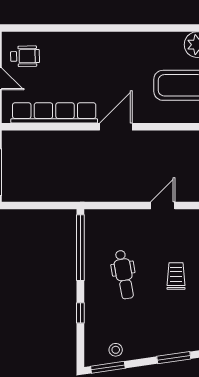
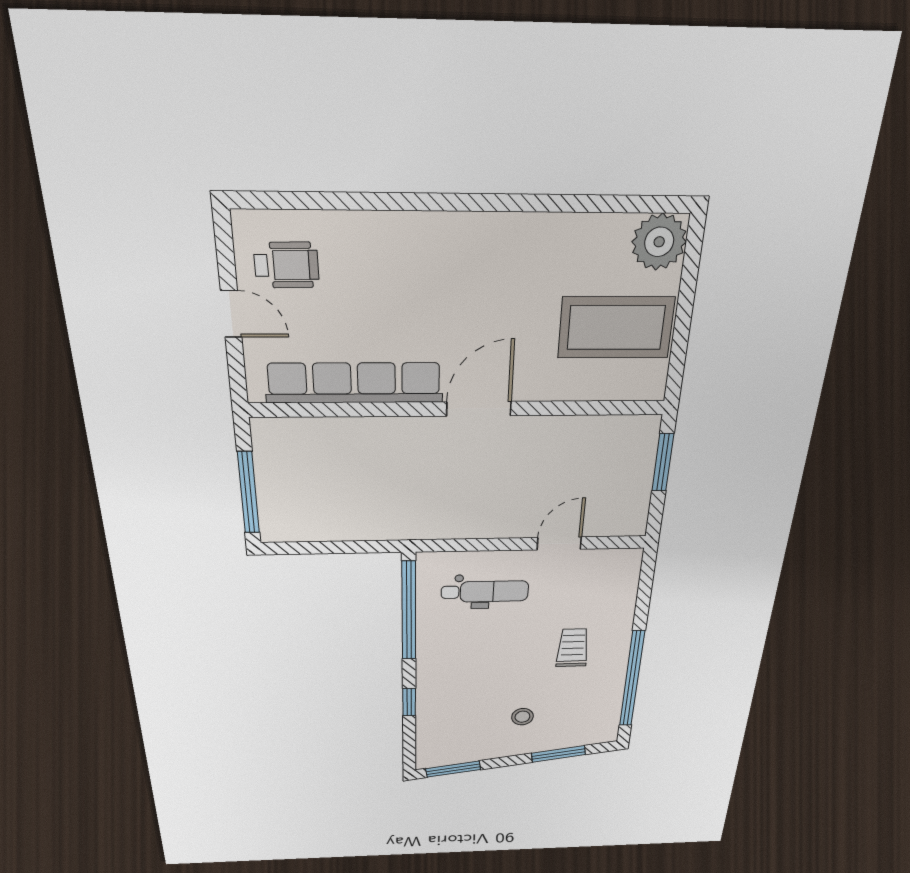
dental chair: (124, 275) -> (485, 592), moved, turned -80
stool: (116, 350) -> (522, 717), moved

